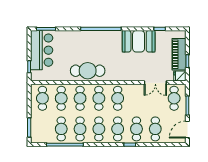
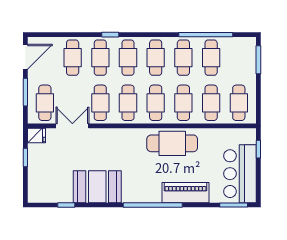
piano: (179, 54) -> (185, 193), moved, turned -90
cafe table: (136, 98) -> (100, 103), added

